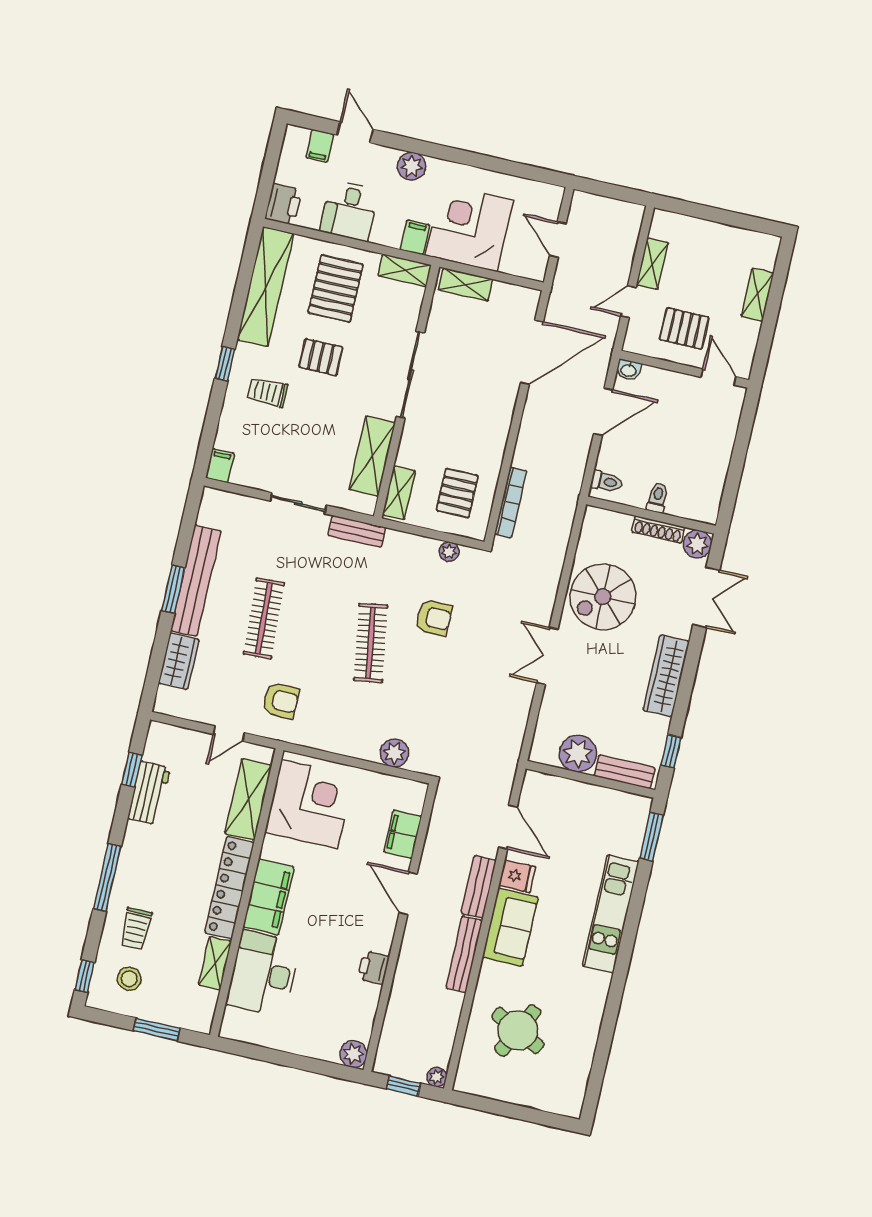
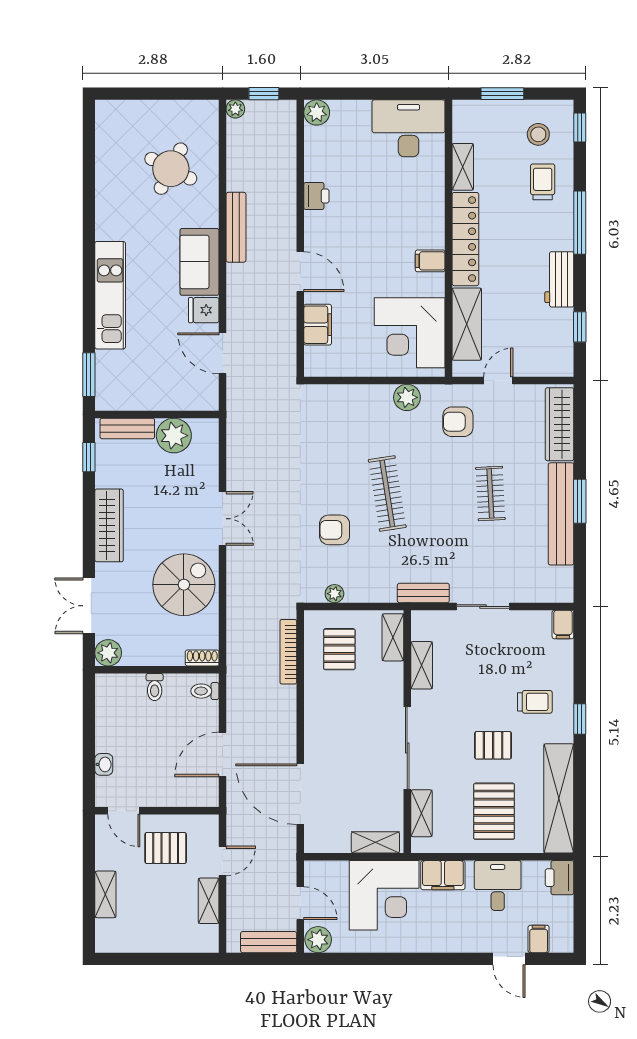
plant: (412, 166) -> (318, 940), moved
filing cabinet: (415, 237) -> (443, 875), width x2.00
shelving: (405, 270) -> (421, 813), moved, turned 90
door: (532, 352) -> (300, 794), hinge flipped
washbasin: (629, 370) -> (104, 764), moved, turned 90
shelving: (372, 456) -> (422, 665), width x0.67, depth x0.75
shoe rack: (658, 530) -> (202, 658), moved, width x0.70
clothes rail: (264, 618) -> (490, 493), width x0.73
wardrobe: (179, 661) -> (560, 424), width x1.50
plant: (394, 753) -> (407, 397), moved
workbench: (149, 793) -> (559, 279), moved
bench: (479, 887) -> (269, 942), moved, turned 90
filing cabinet: (268, 897) -> (430, 261), width x0.33, depth x0.86
desk: (263, 974) -> (409, 128), moved, turned -90

